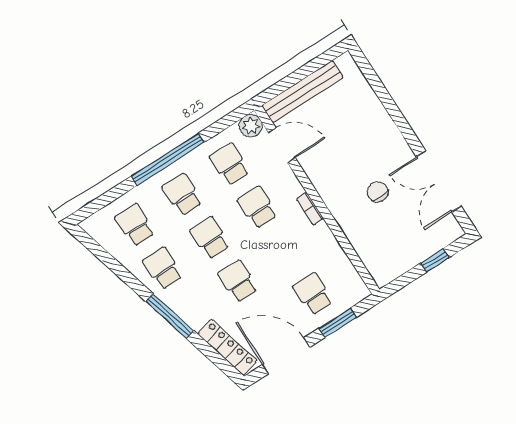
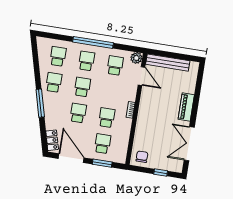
piano: (387, 132) -> (186, 107), added
chair: (378, 192) -> (142, 157), moved
school desk: (257, 207) -> (107, 118), moved
locker: (227, 347) -> (52, 140), width x0.66

